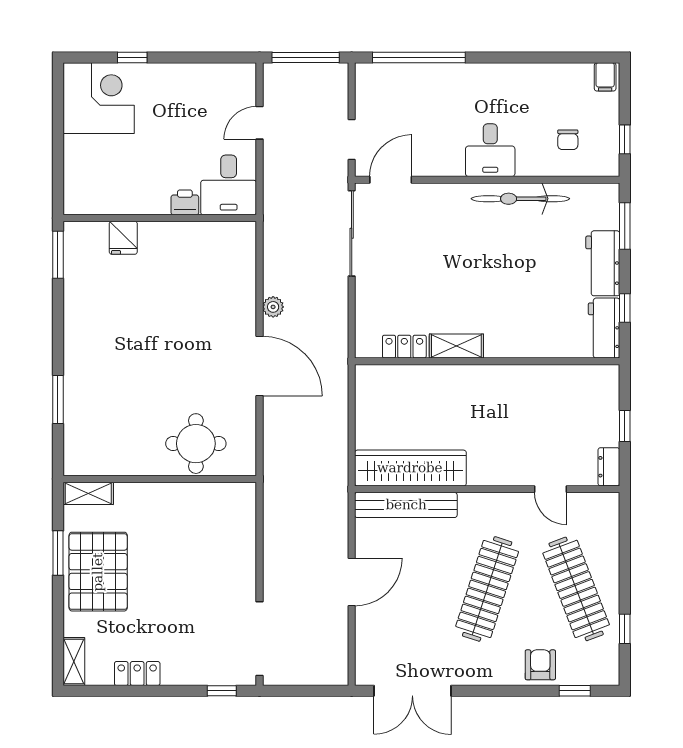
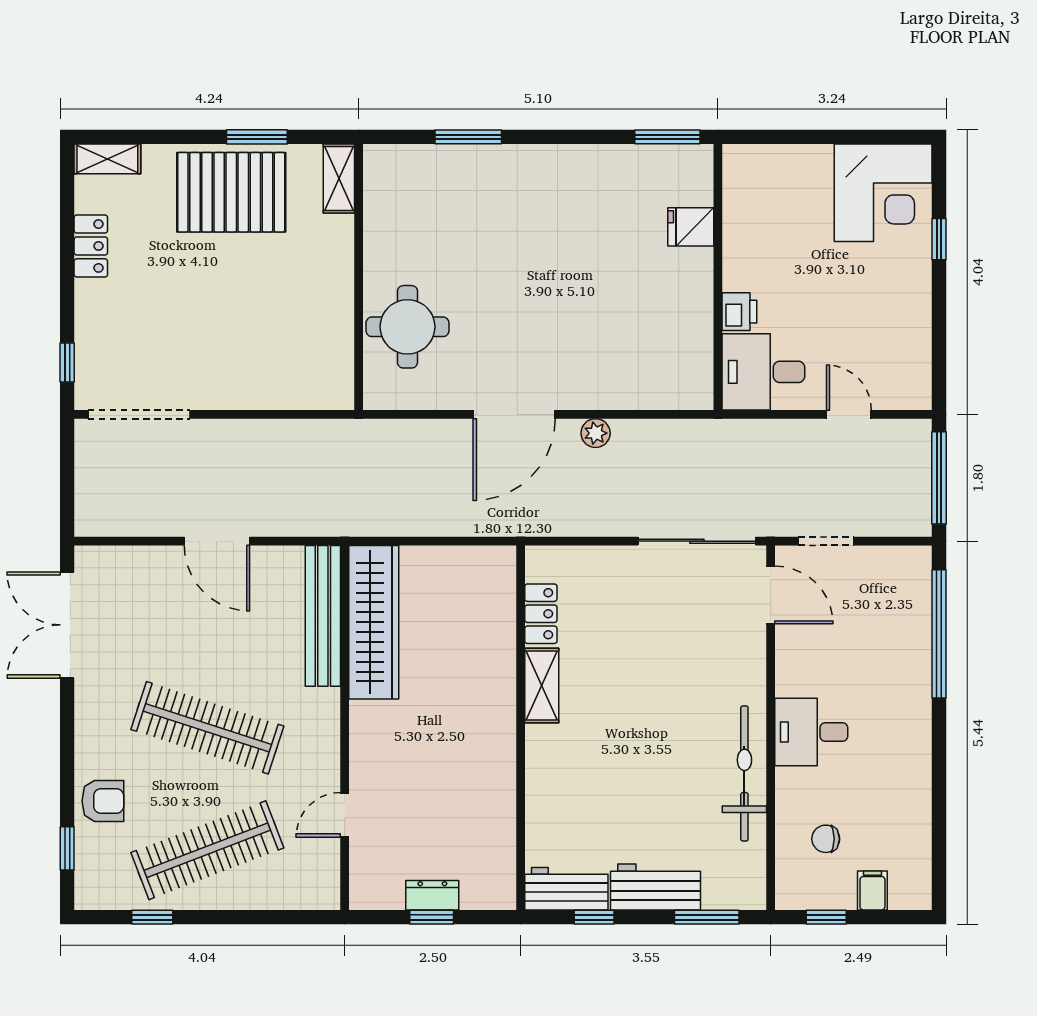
filing cabinet: (605, 77) -> (872, 890), moved, turned 90
dresser: (609, 467) -> (432, 895), moved

